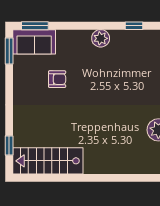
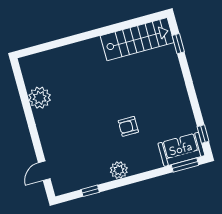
window: (9, 51) -> (203, 134), width x0.67
armchair: (57, 79) -> (128, 126), moved

